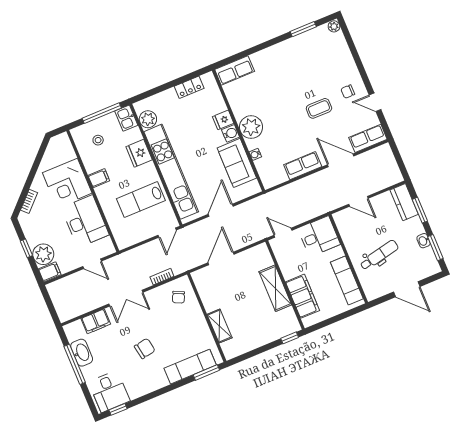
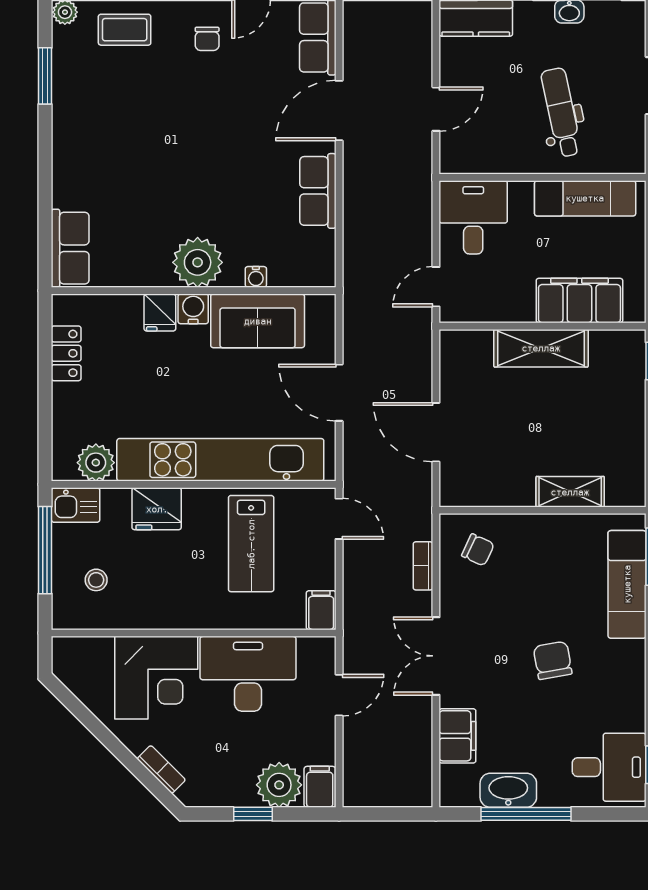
coffee table: (319, 108) -> (125, 30), moved, turned 90
filing cabinet: (99, 178) -> (321, 610), moved
double door: (126, 298) -> (436, 656), swing flipped

